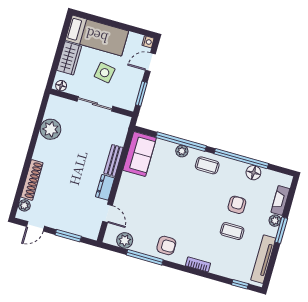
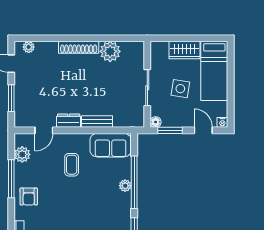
floor lamp: (61, 86) -> (156, 122), moved
coffee table: (207, 165) -> (72, 165), moved
shoe rack: (32, 180) -> (79, 47), moved

